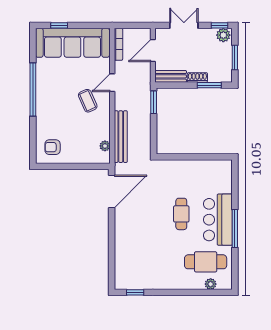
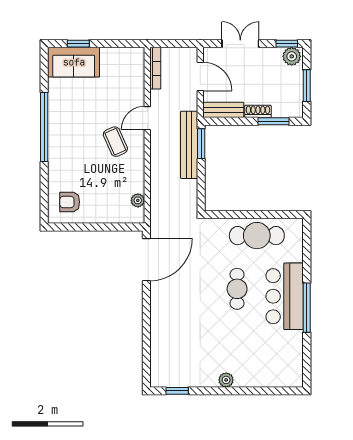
sofa: (72, 43) -> (74, 62), width x0.54, depth x0.79
door: (153, 51) -> (200, 76), swing flipped
bench: (121, 137) -> (189, 145), moved
cafe table: (206, 262) -> (257, 236), moved
plant: (211, 284) -> (226, 380), moved

